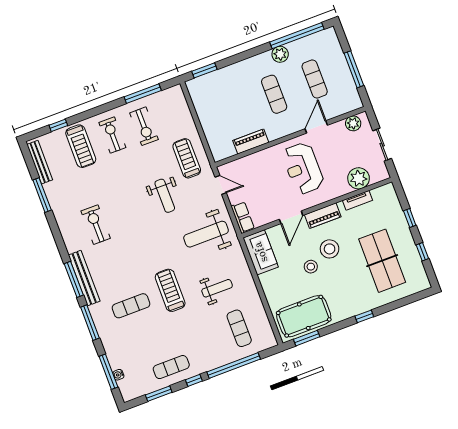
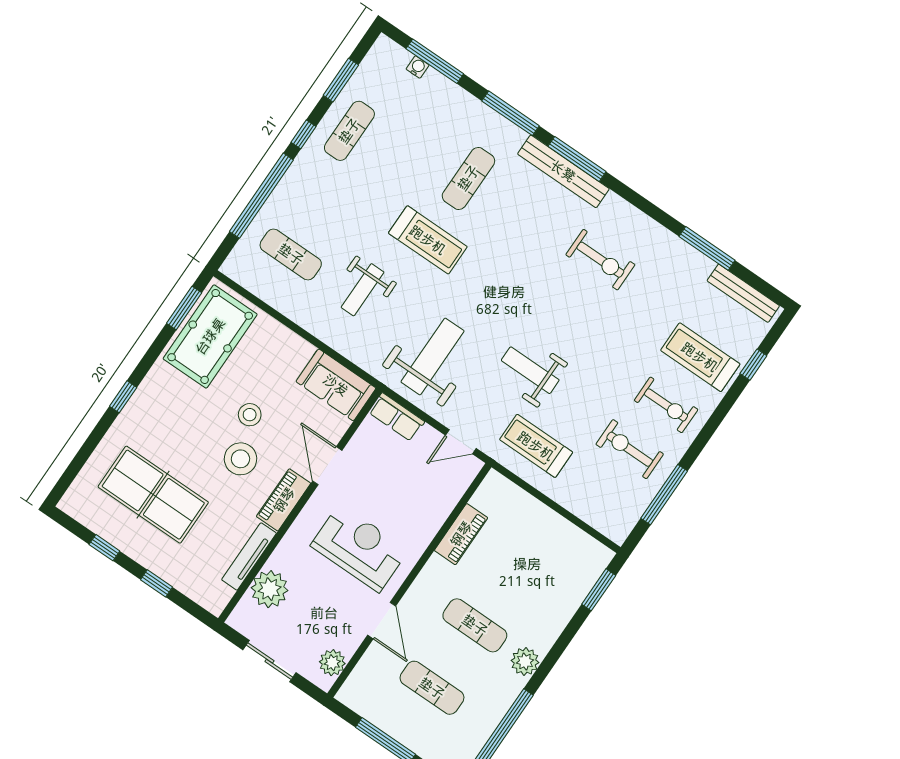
plant: (280, 54) -> (525, 661), moved
treadmill: (187, 158) -> (536, 446), turned 180
tv unit: (357, 200) -> (249, 556), width x1.41

